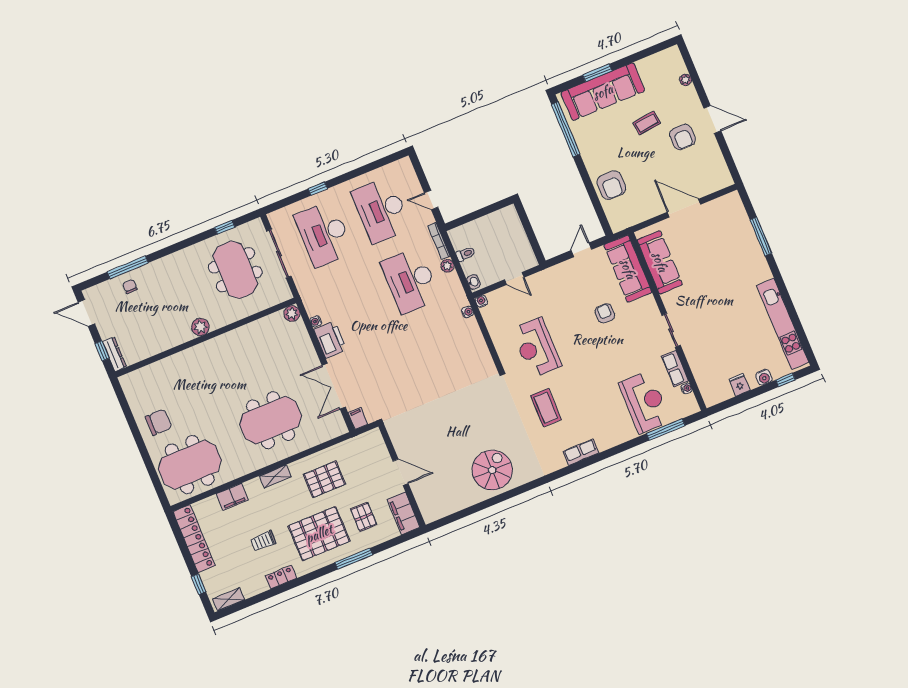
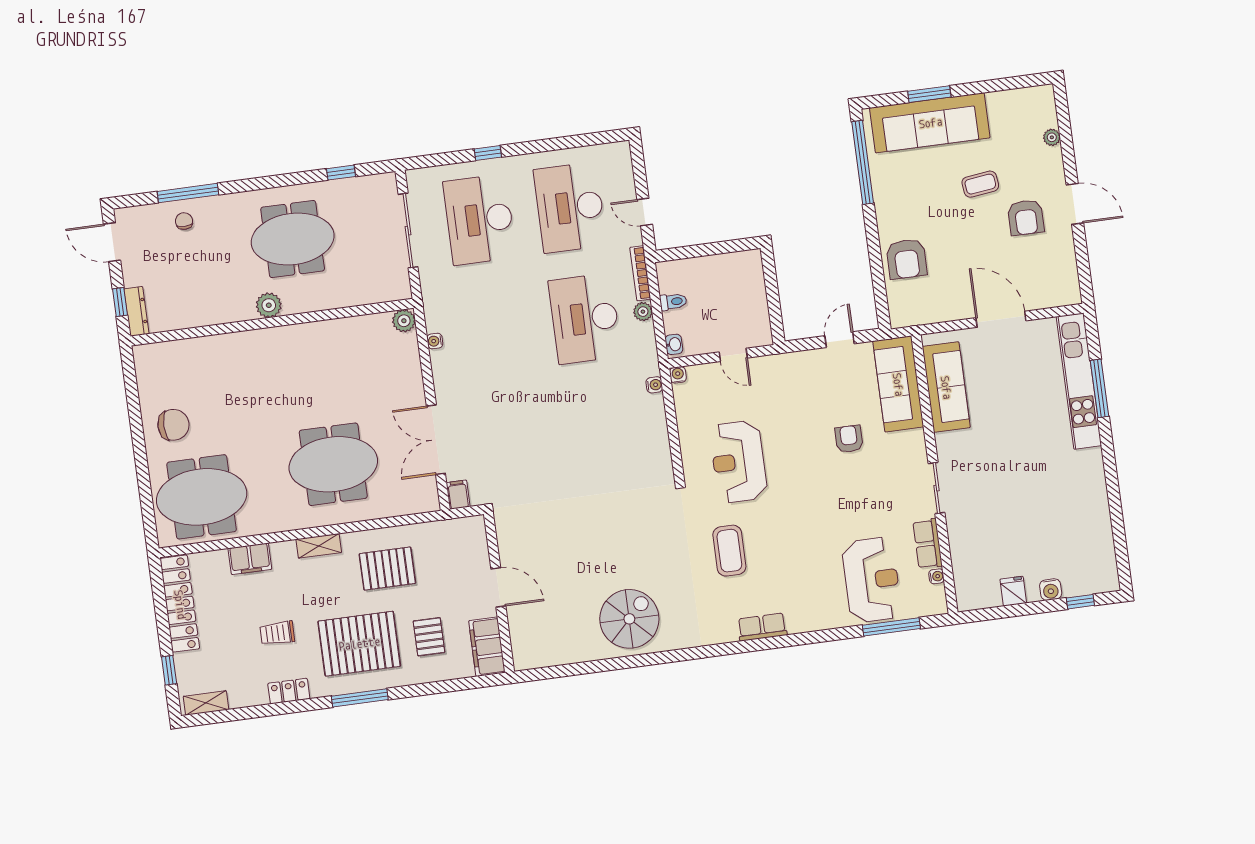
meeting table: (235, 270) -> (293, 239), moved, turned 90
kitchen unit: (783, 324) -> (1079, 381), moved
printer: (330, 340) -> (448, 372), removed
window: (354, 559) -> (360, 698), moved

